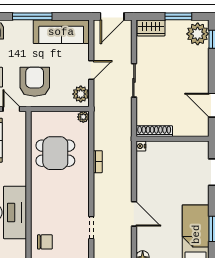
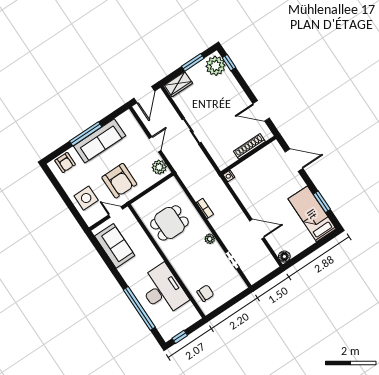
sofa: (61, 32) -> (100, 141), moved
armchair: (35, 82) -> (119, 181), turned 180
plant: (83, 117) -> (210, 239), moved
shoe rack: (154, 131) -> (249, 146), moved

